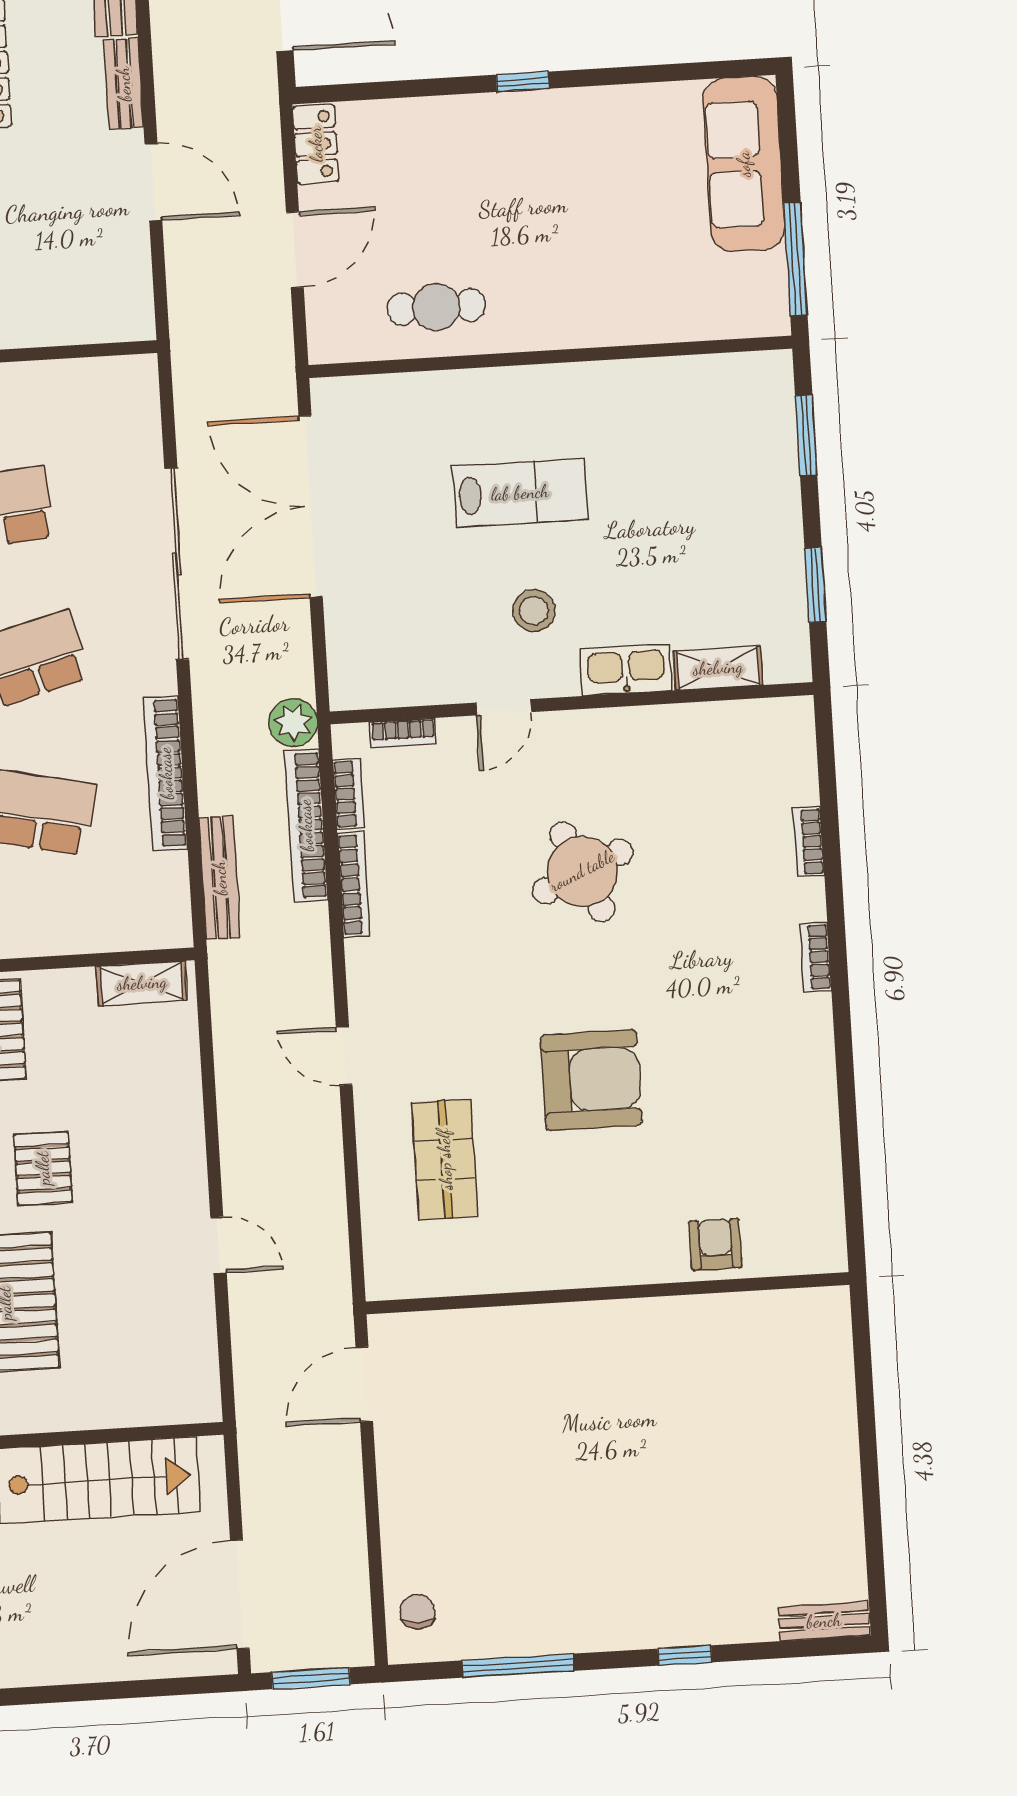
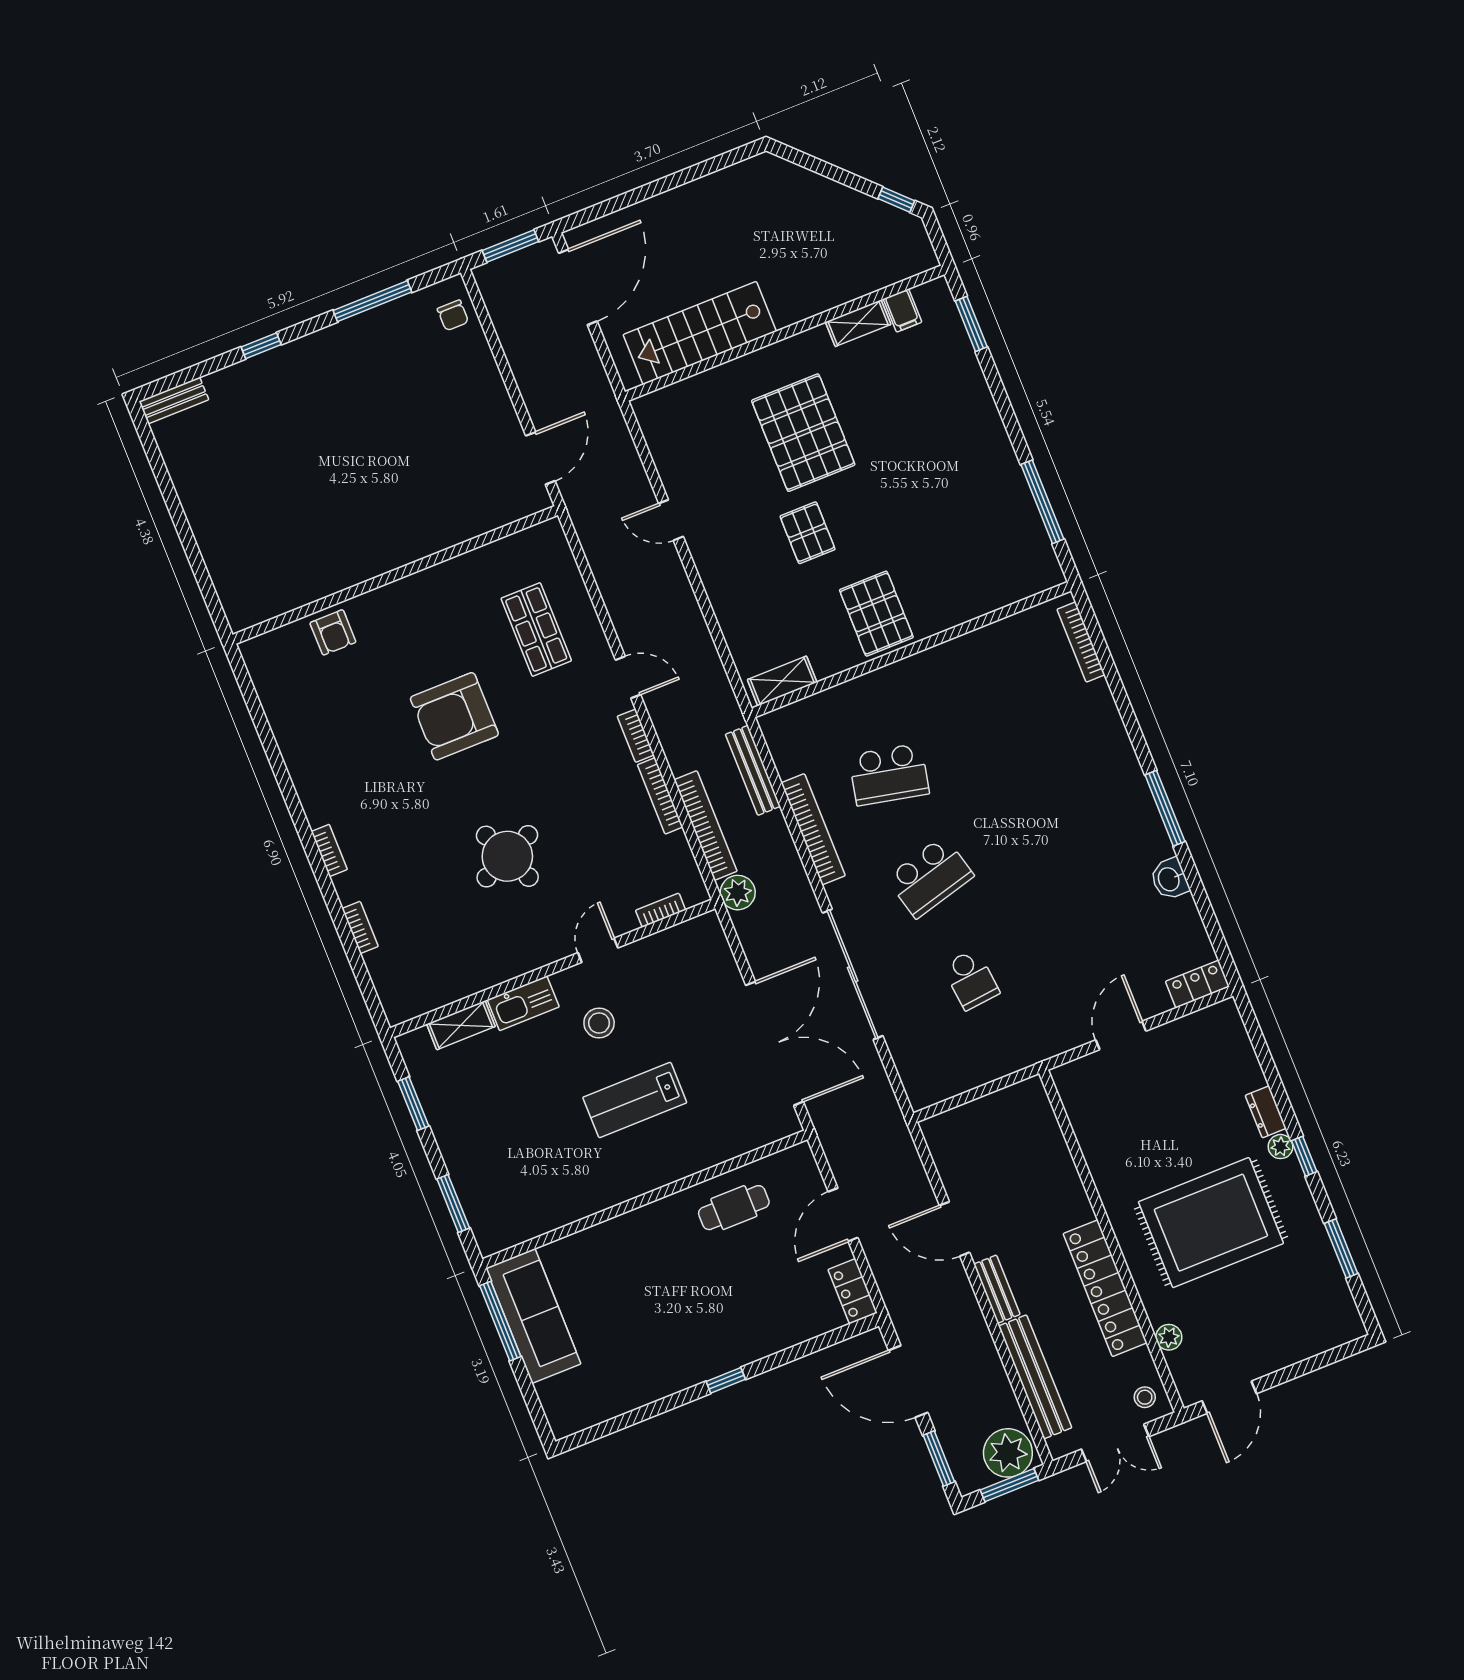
sofa: (744, 164) -> (533, 1316), moved
bookcase: (349, 794) -> (636, 736), moved

